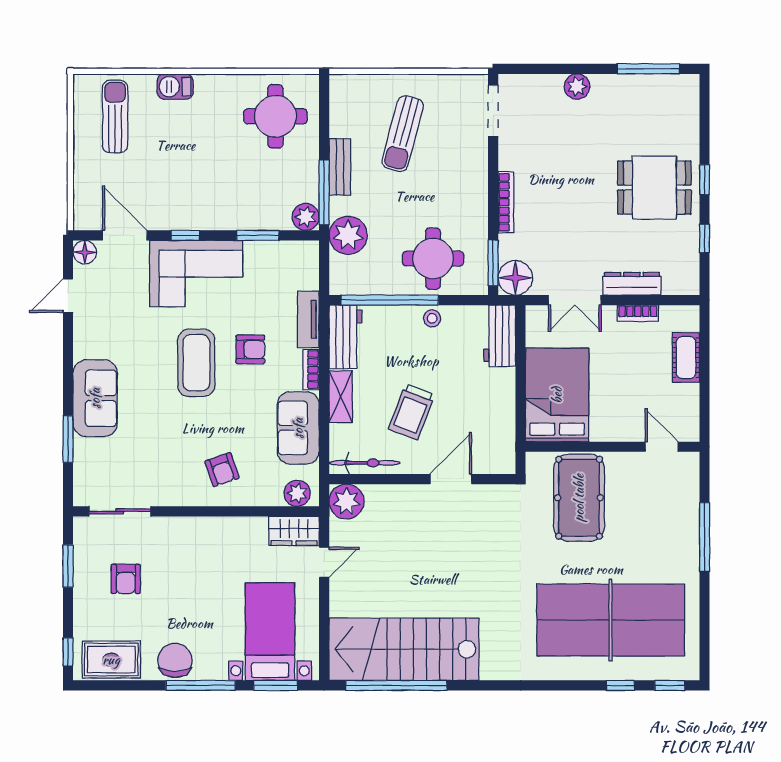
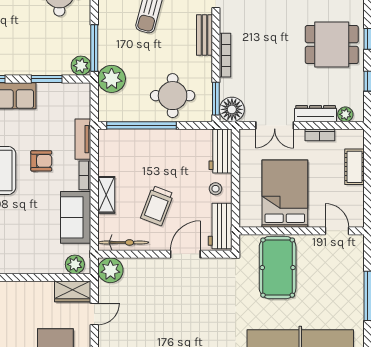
bench: (340, 167) -> (205, 35), moved
plant: (673, 285) -> (345, 114), added
stool: (432, 318) -> (216, 189), moved
workbench: (346, 337) -> (220, 226), moved, turned 180
bed: (557, 395) -> (285, 194), moved
armchair: (222, 470) -> (21, 247), removed

